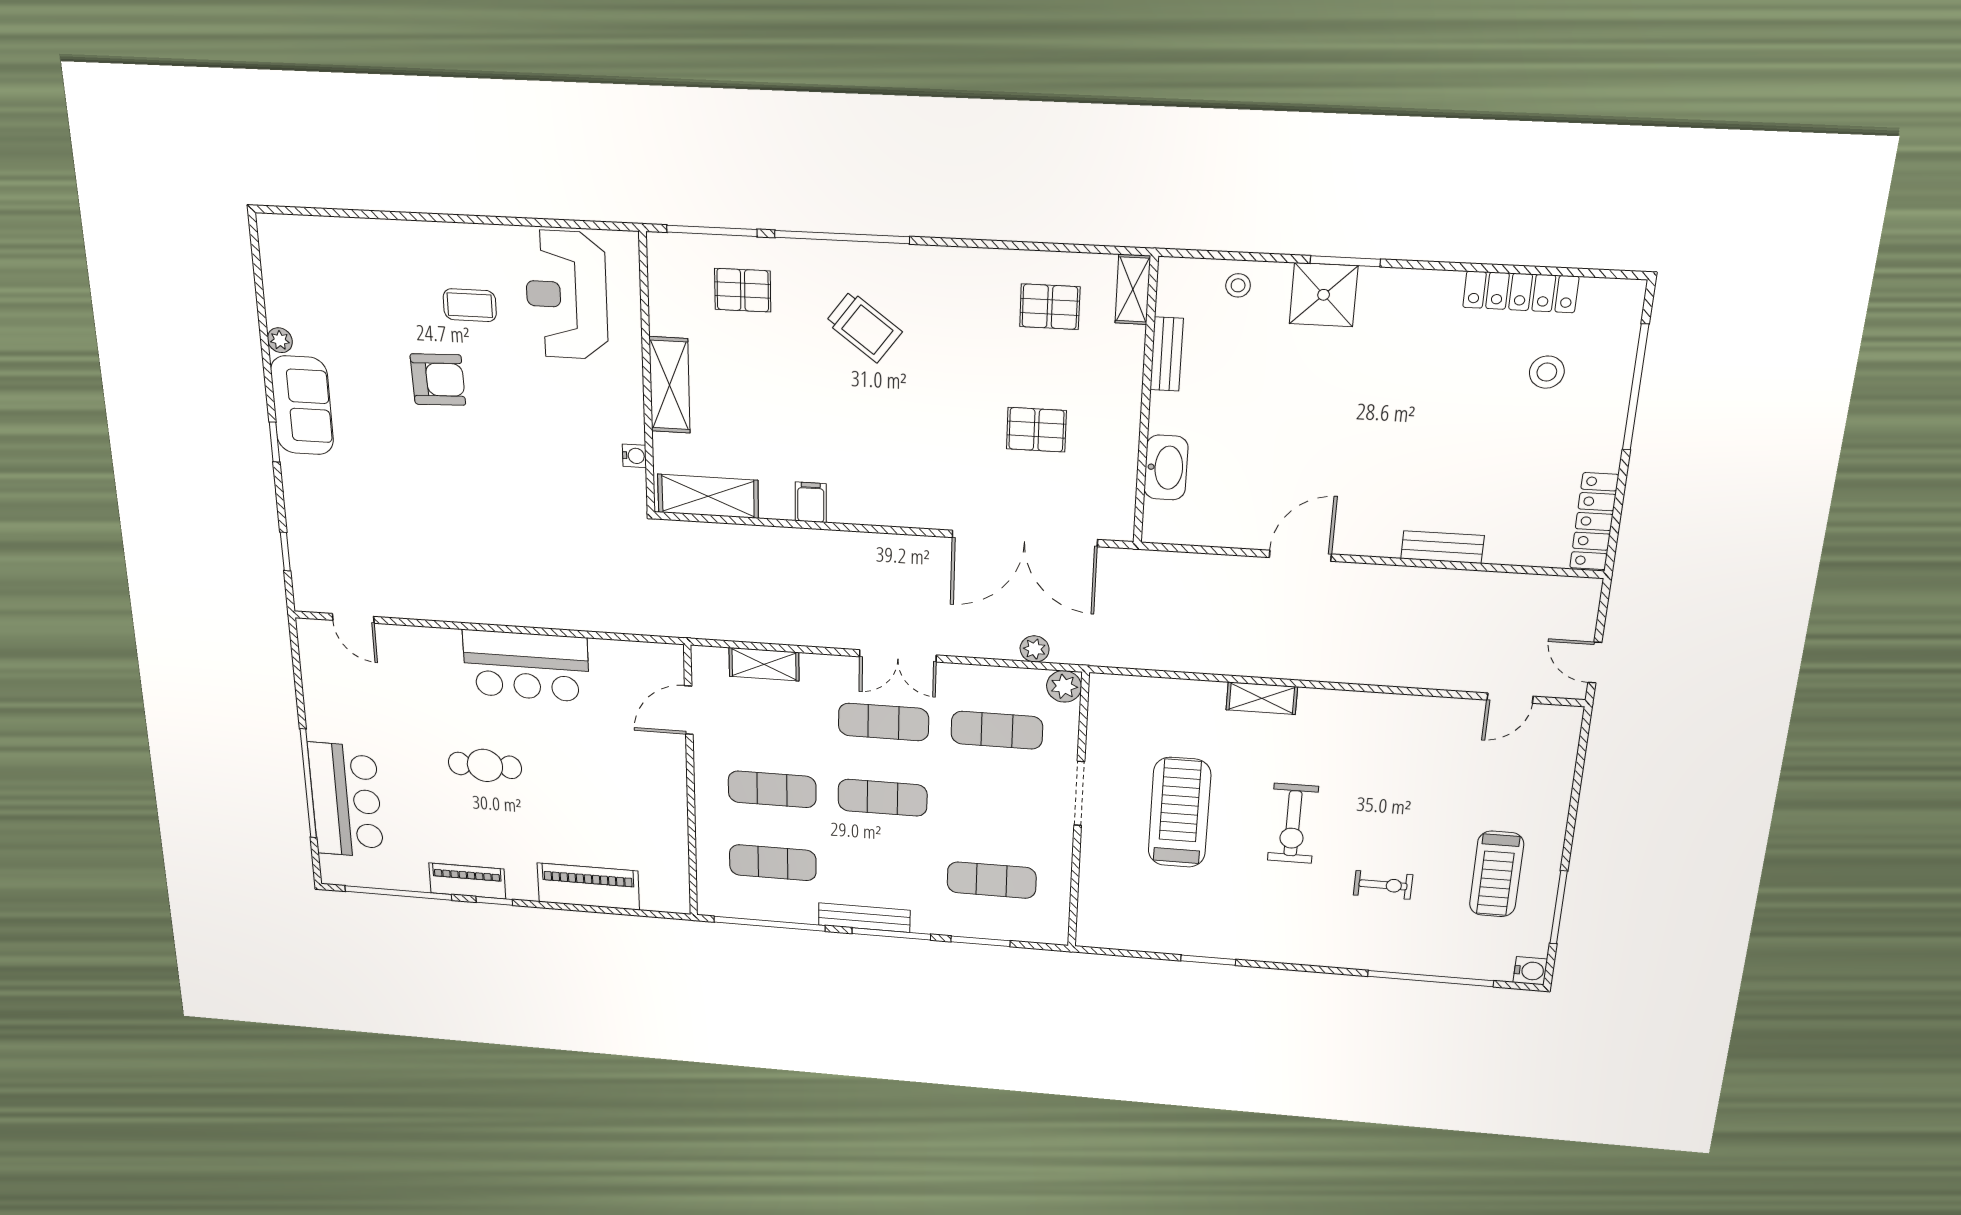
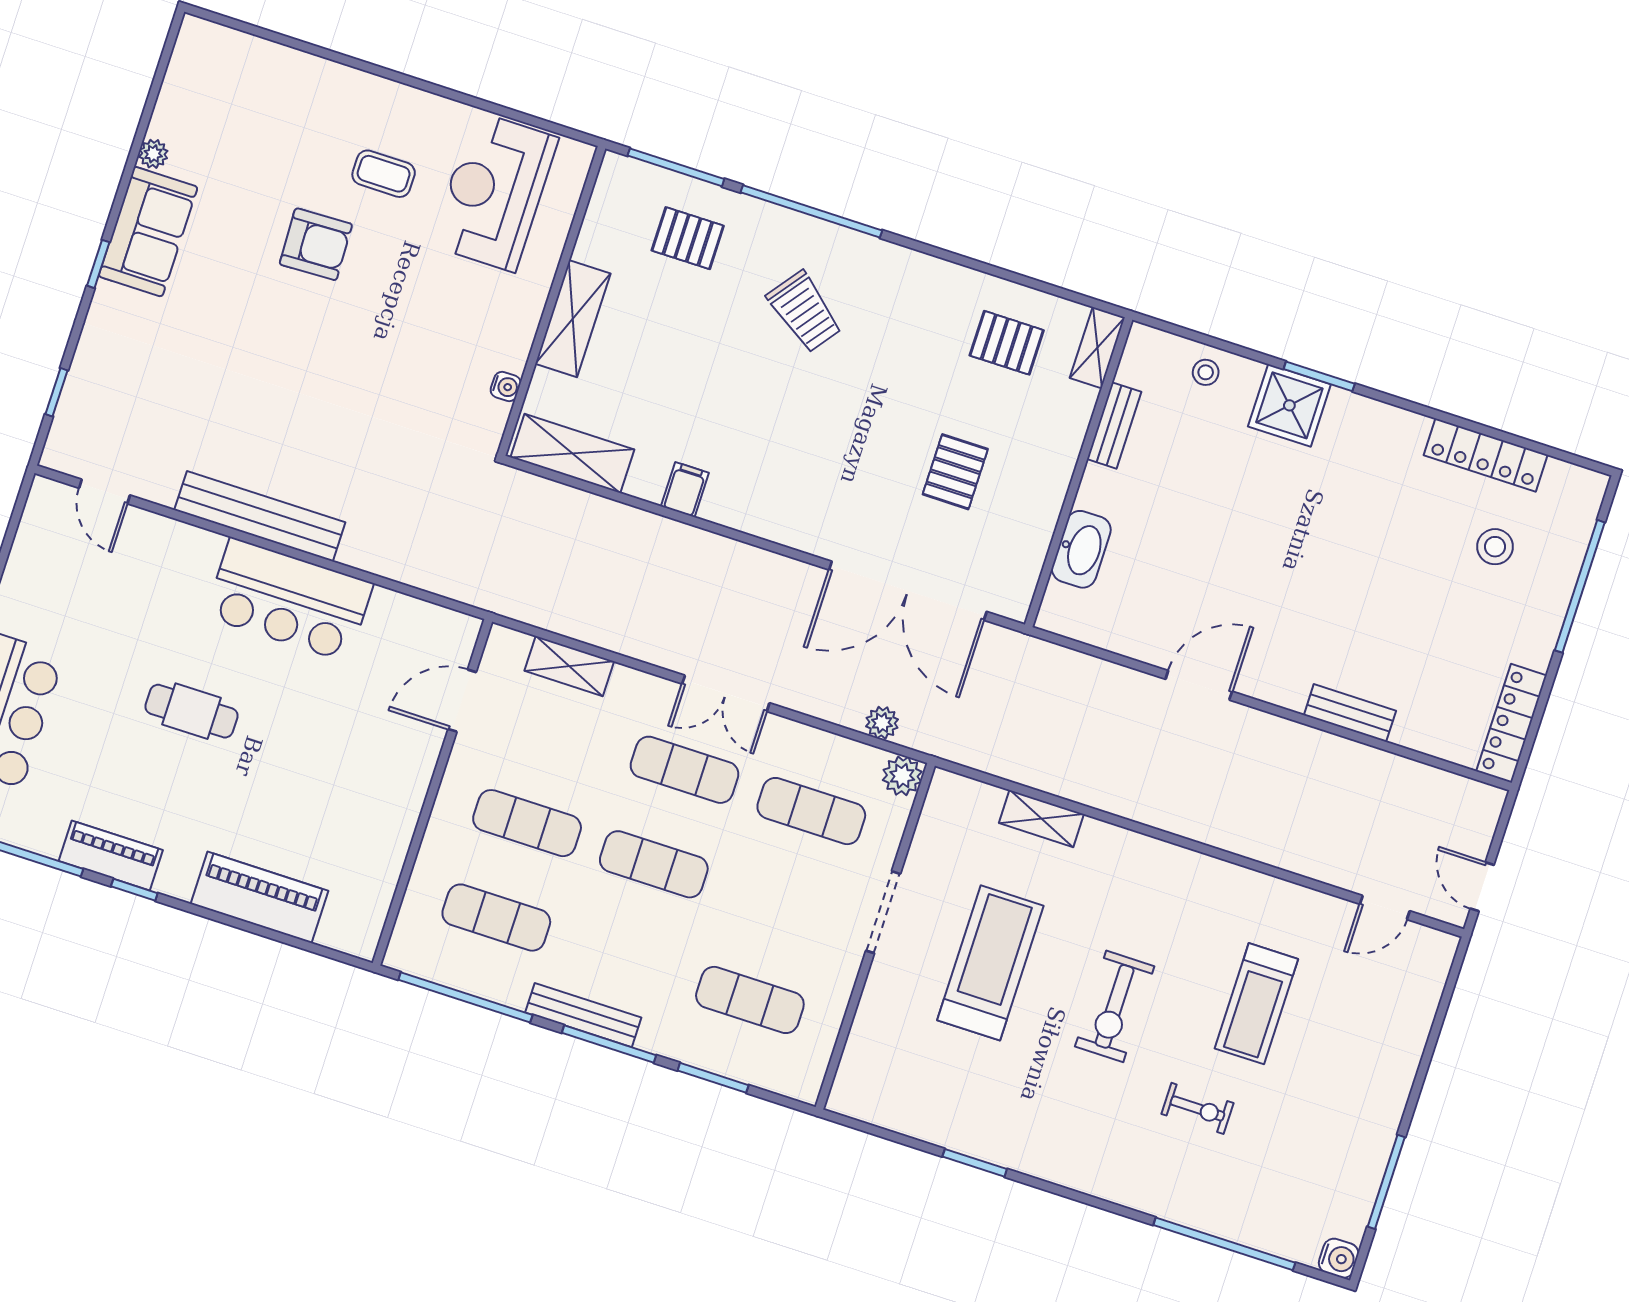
pallet: (1036, 430) -> (955, 472), turned 90
bench: (479, 608) -> (260, 516), added
shelving: (1262, 698) -> (1041, 819), moved
treadmill: (1497, 874) -> (1256, 1004), moved

